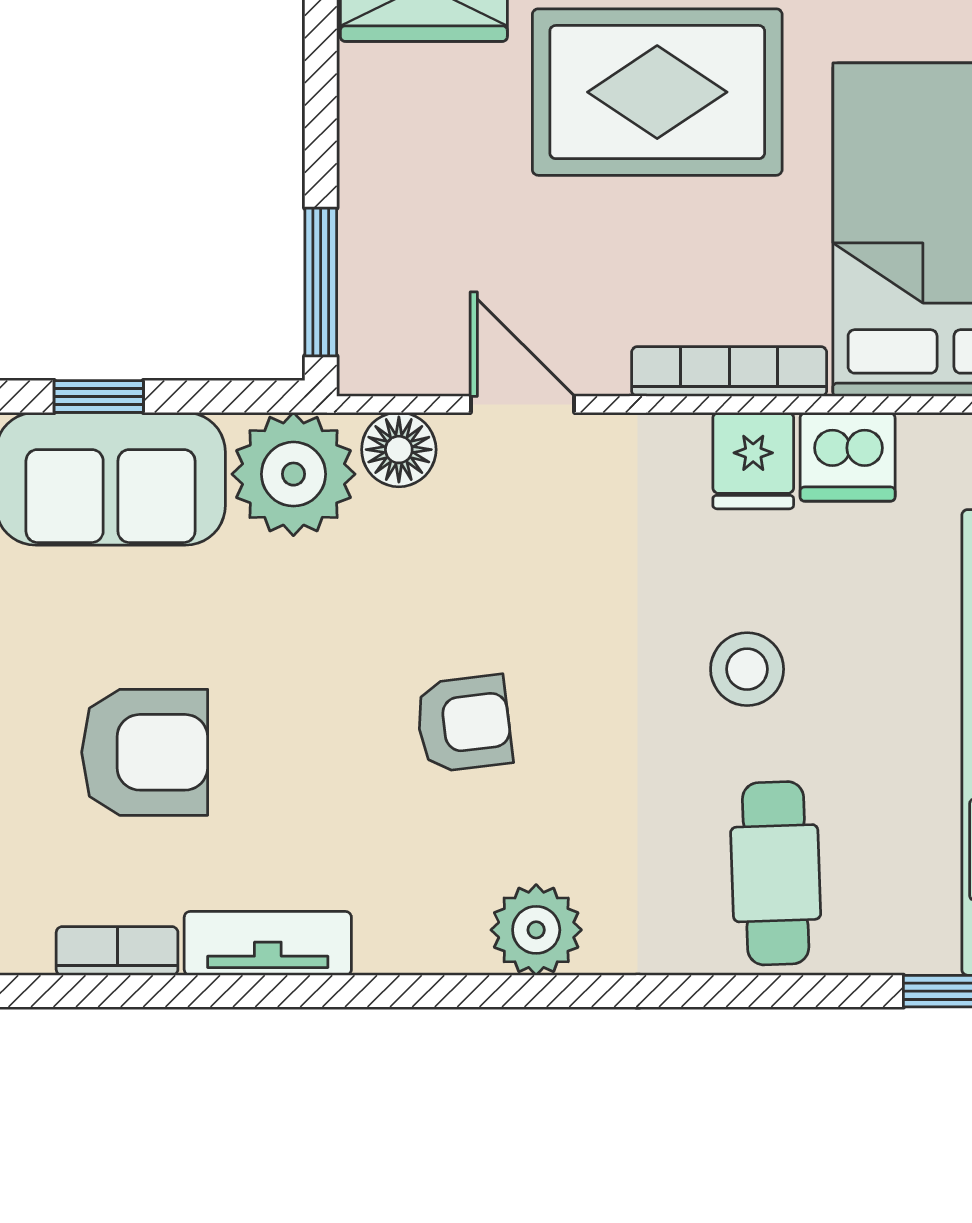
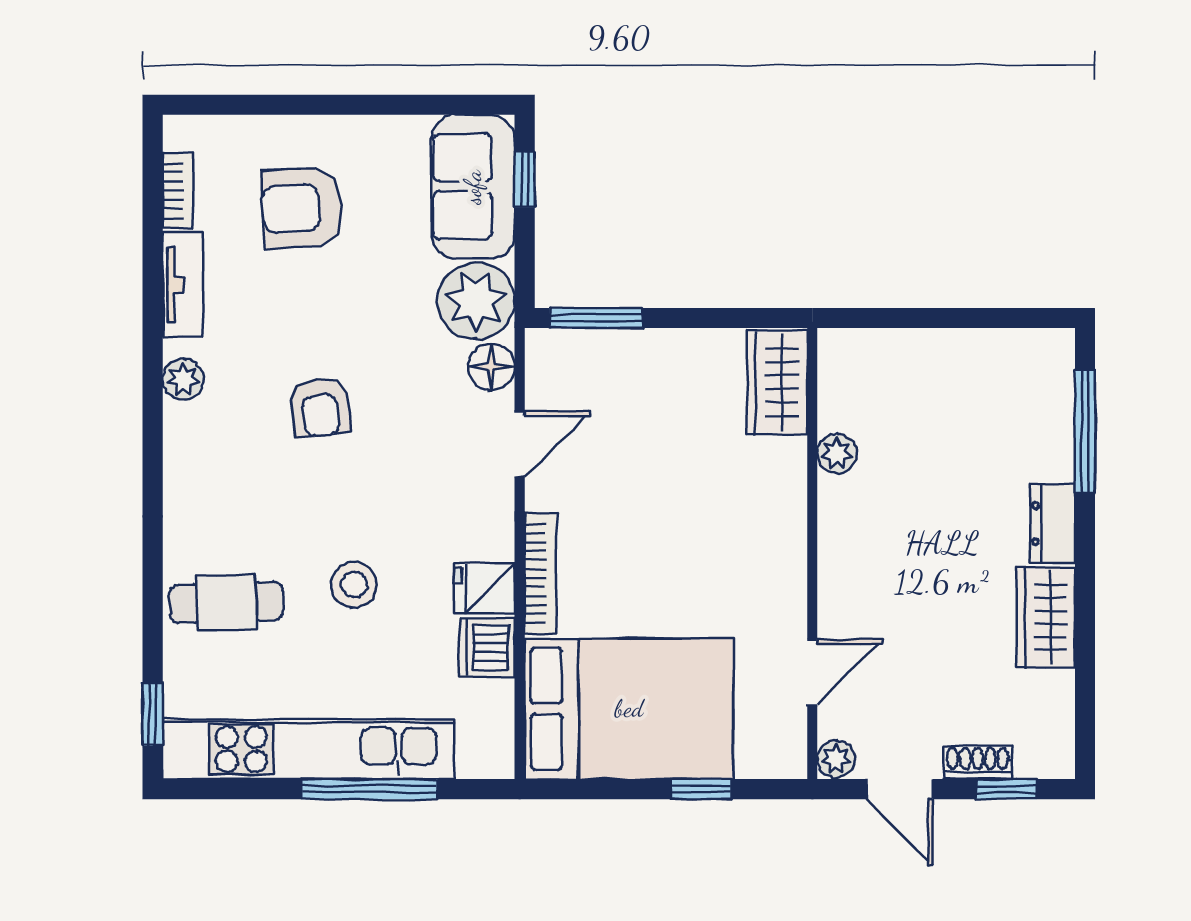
rug: (657, 92) -> (715, 528), removed
armchair: (145, 752) -> (302, 208), turned 86
plant: (536, 930) -> (183, 379), moved, width x0.73, depth x0.73

